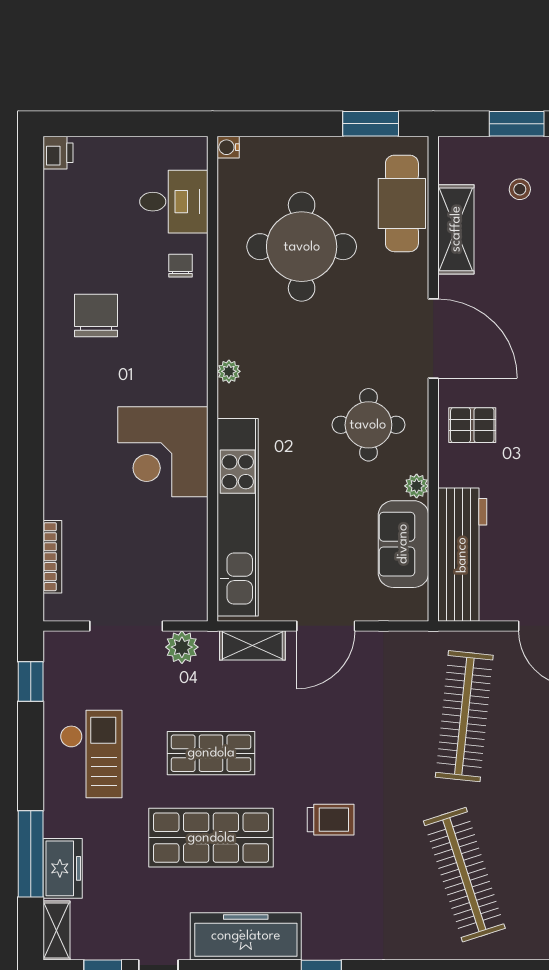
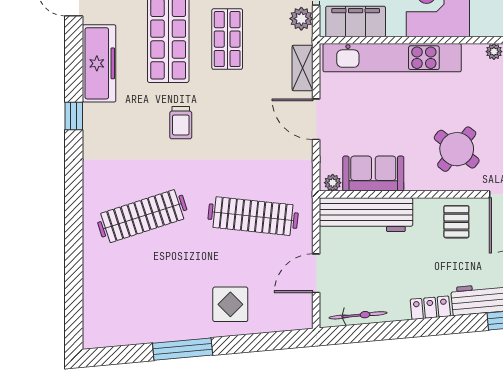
round table: (368, 425) -> (457, 149), turned 38
plant: (417, 486) -> (333, 183), moved
filing cabinet: (186, 569) -> (356, 21), added

